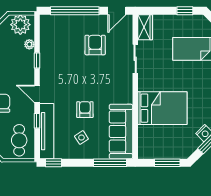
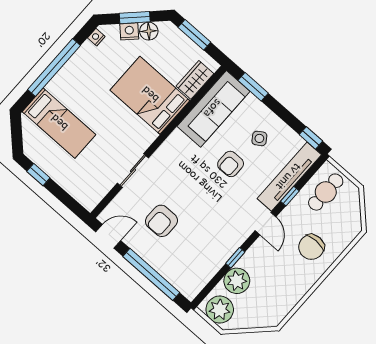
wardrobe: (145, 27) -> (195, 80), moved
plant: (29, 44) -> (237, 281), width x1.88, depth x1.88
floor lamp: (194, 143) -> (149, 31), added
window: (110, 163) -> (253, 87), width x0.69

